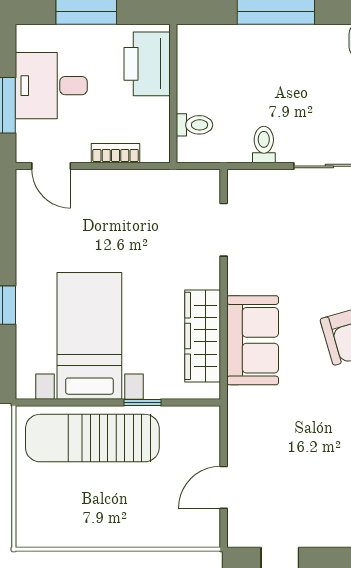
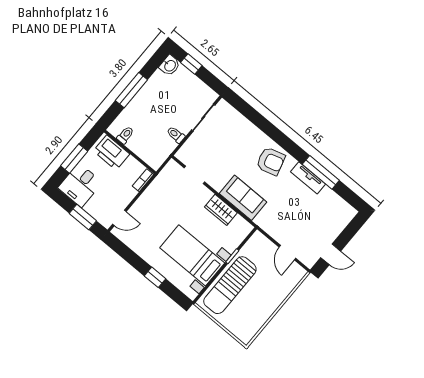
desk: (51, 86) -> (80, 185), moved
toilet: (194, 125) -> (125, 135), moved
bookcase: (115, 153) -> (143, 180), moved
wardrobe: (203, 336) -> (221, 210), width x0.67

